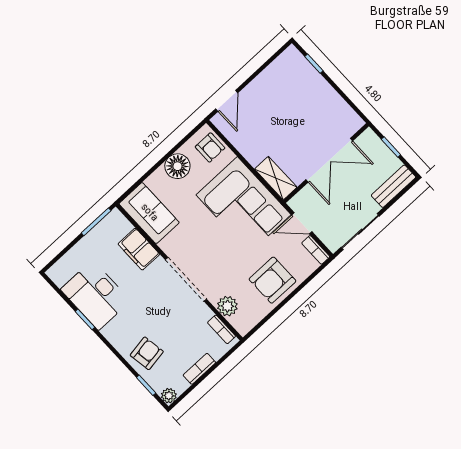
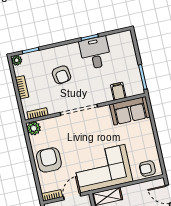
floor lamp: (177, 166) -> (148, 143), removed
filing cabinet: (139, 249) -> (118, 91), width x0.50
desk: (96, 295) -> (95, 53), width x0.73
plant: (227, 306) -> (34, 128), moved
armchair: (147, 353) -> (61, 75), moved

